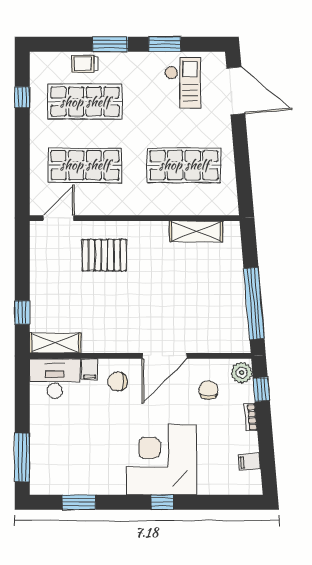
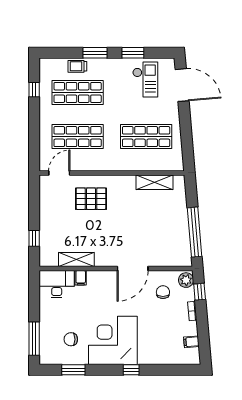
shelving: (55, 343) -> (76, 260), moved
chair: (118, 381) -> (71, 339), moved
corner desk: (161, 460) -> (113, 340), moved

